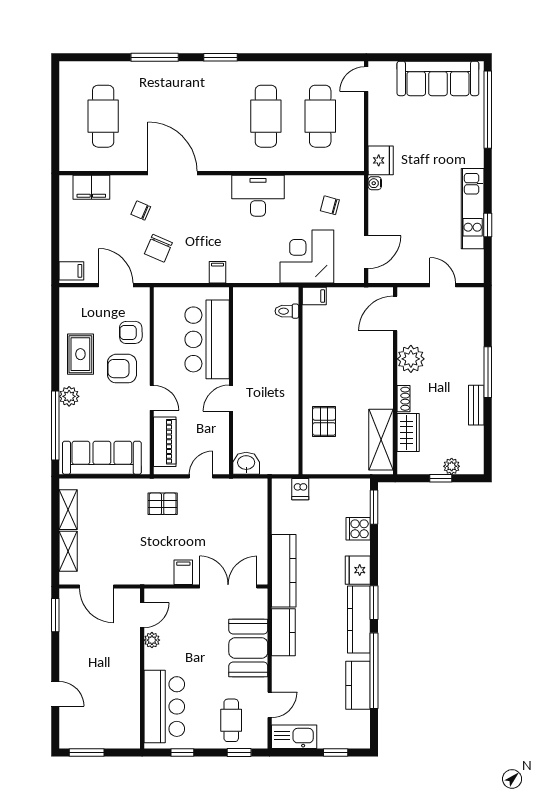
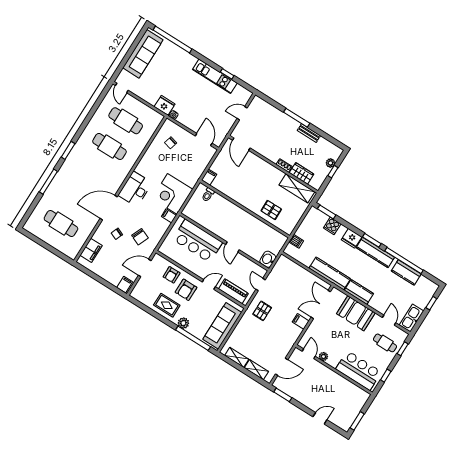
desk: (258, 196) -> (135, 189), moved
corner desk: (307, 257) -> (172, 194), moved
plant: (411, 359) -> (267, 150), removed

